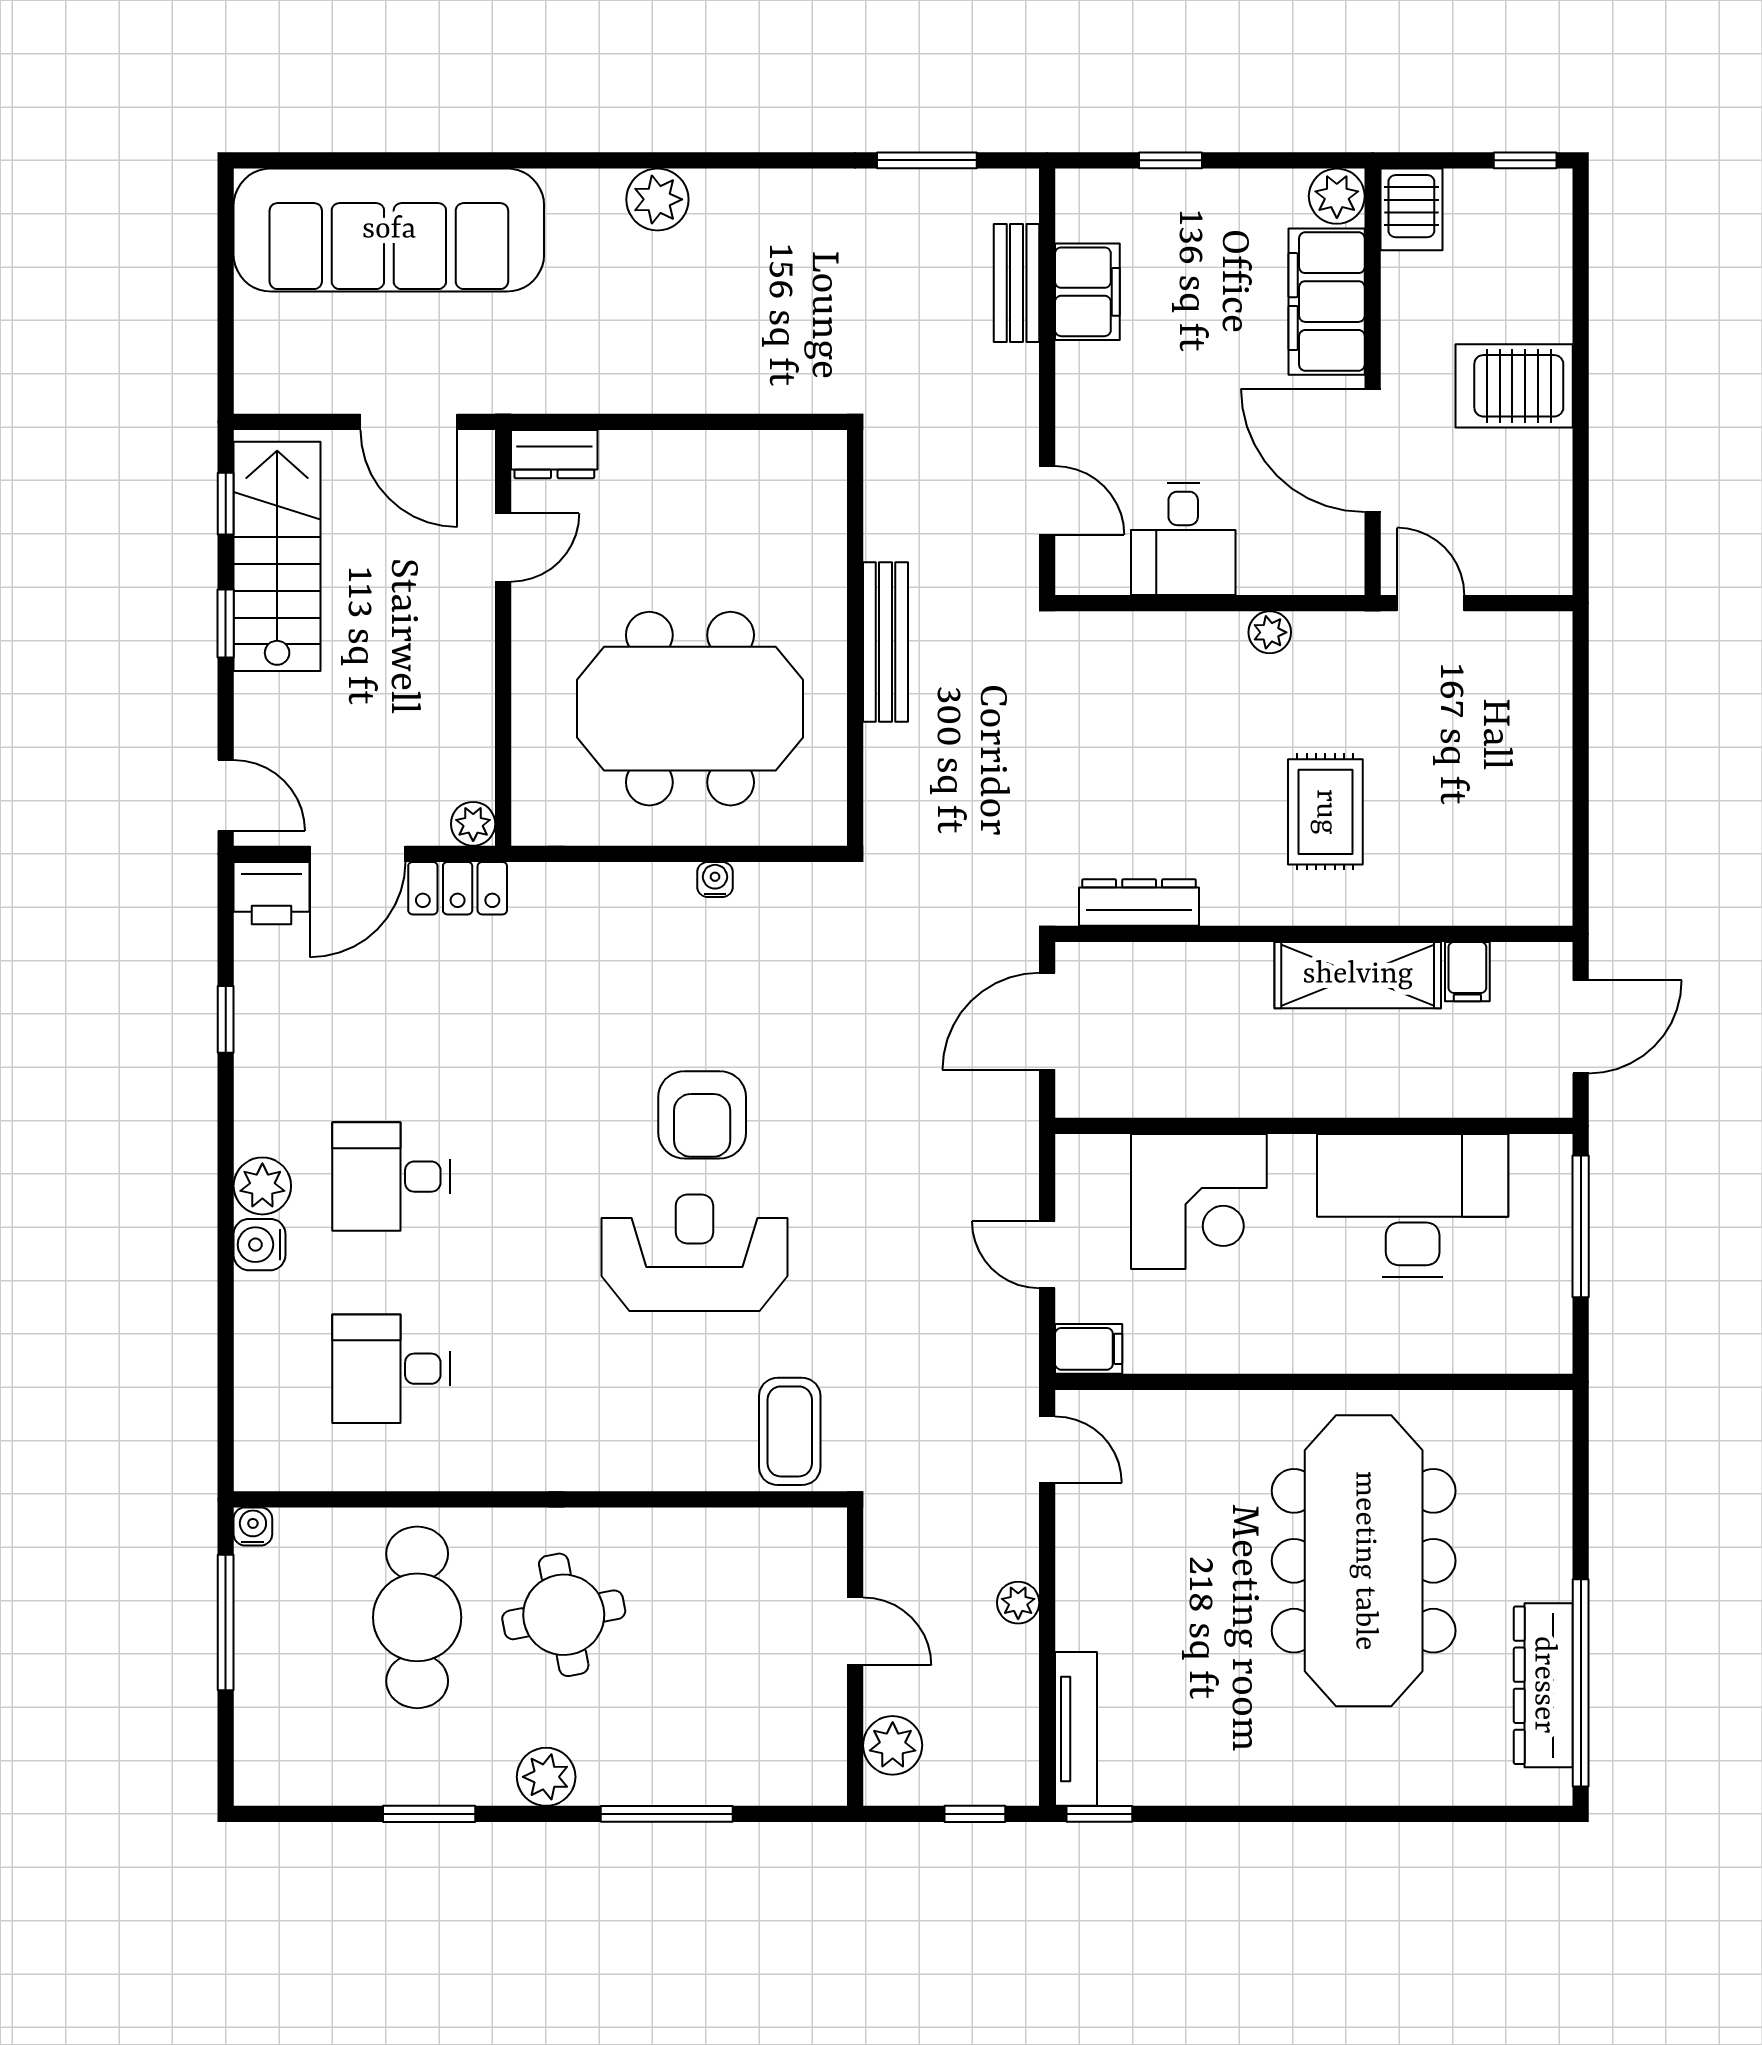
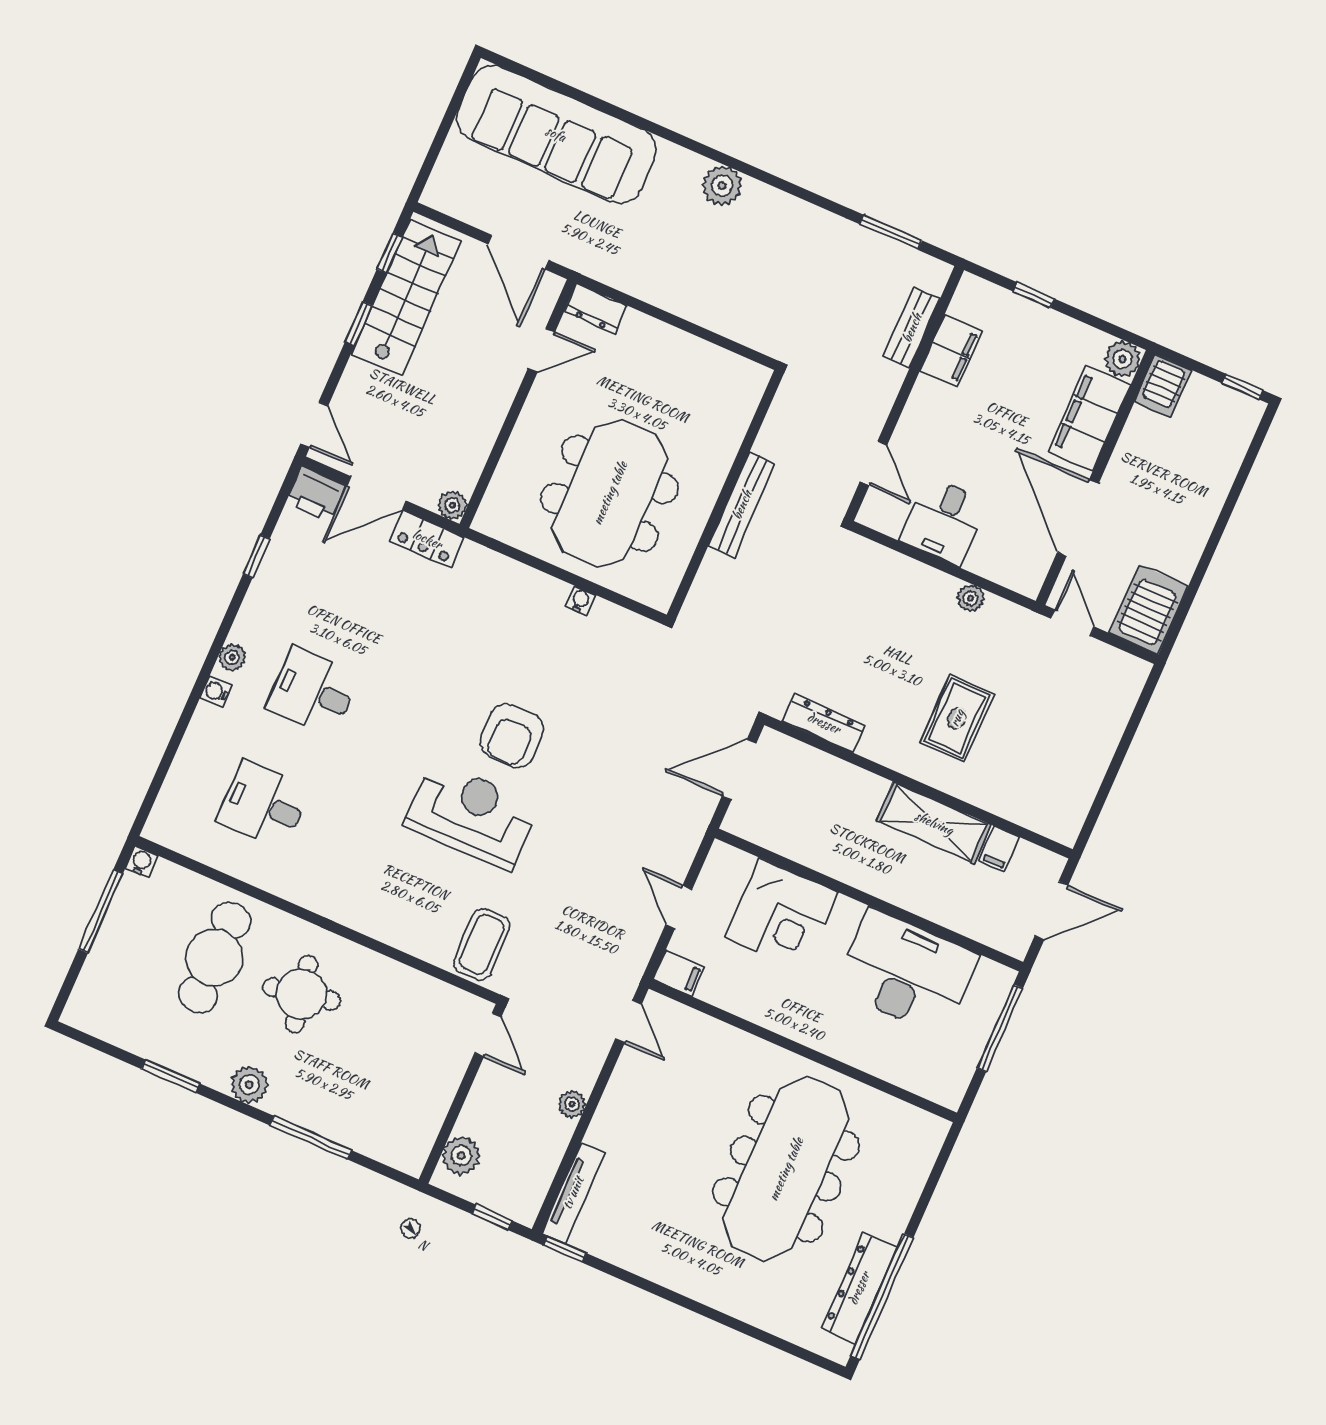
server rack: (1514, 386) -> (1149, 610), moved, turned 90
meeting table: (690, 709) -> (610, 493), turned 90
plant: (262, 1186) -> (232, 657), width x0.73, depth x0.73
water cooler: (260, 1245) -> (216, 692), width x0.72, depth x0.72
door: (855, 1631) -> (488, 1035), moved

